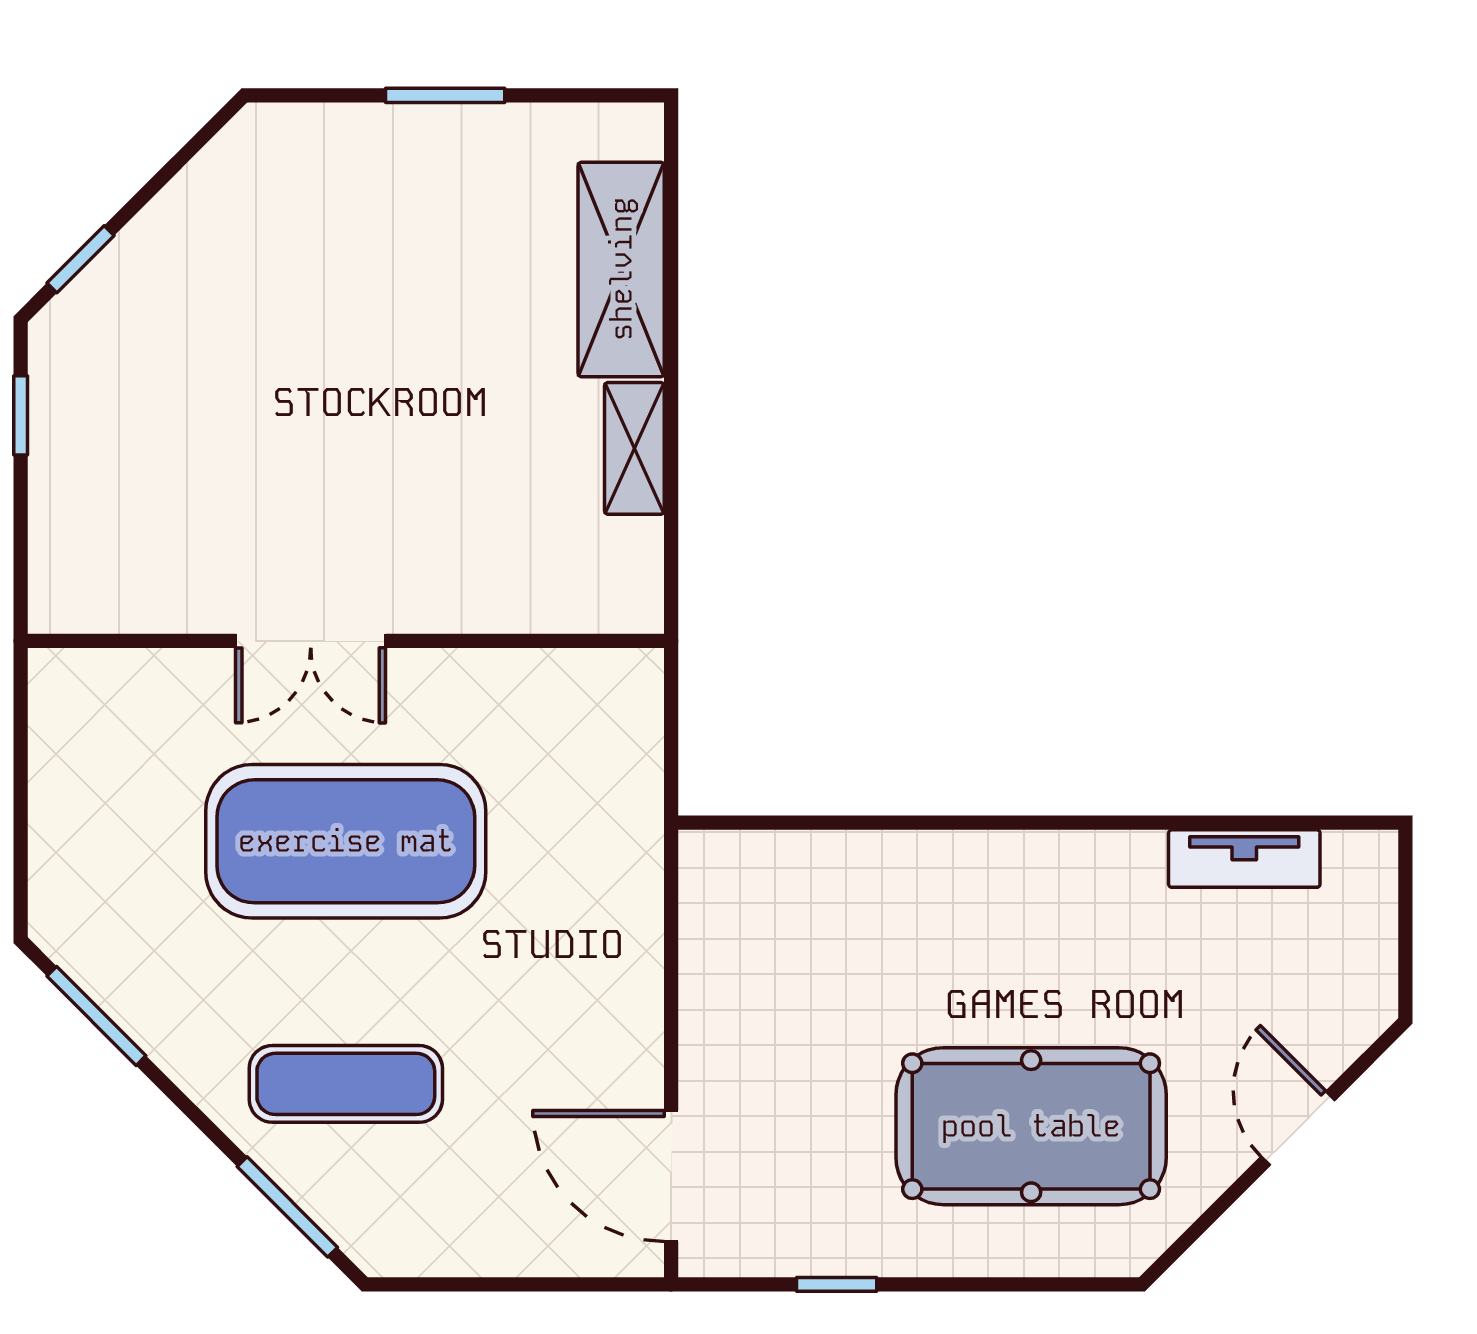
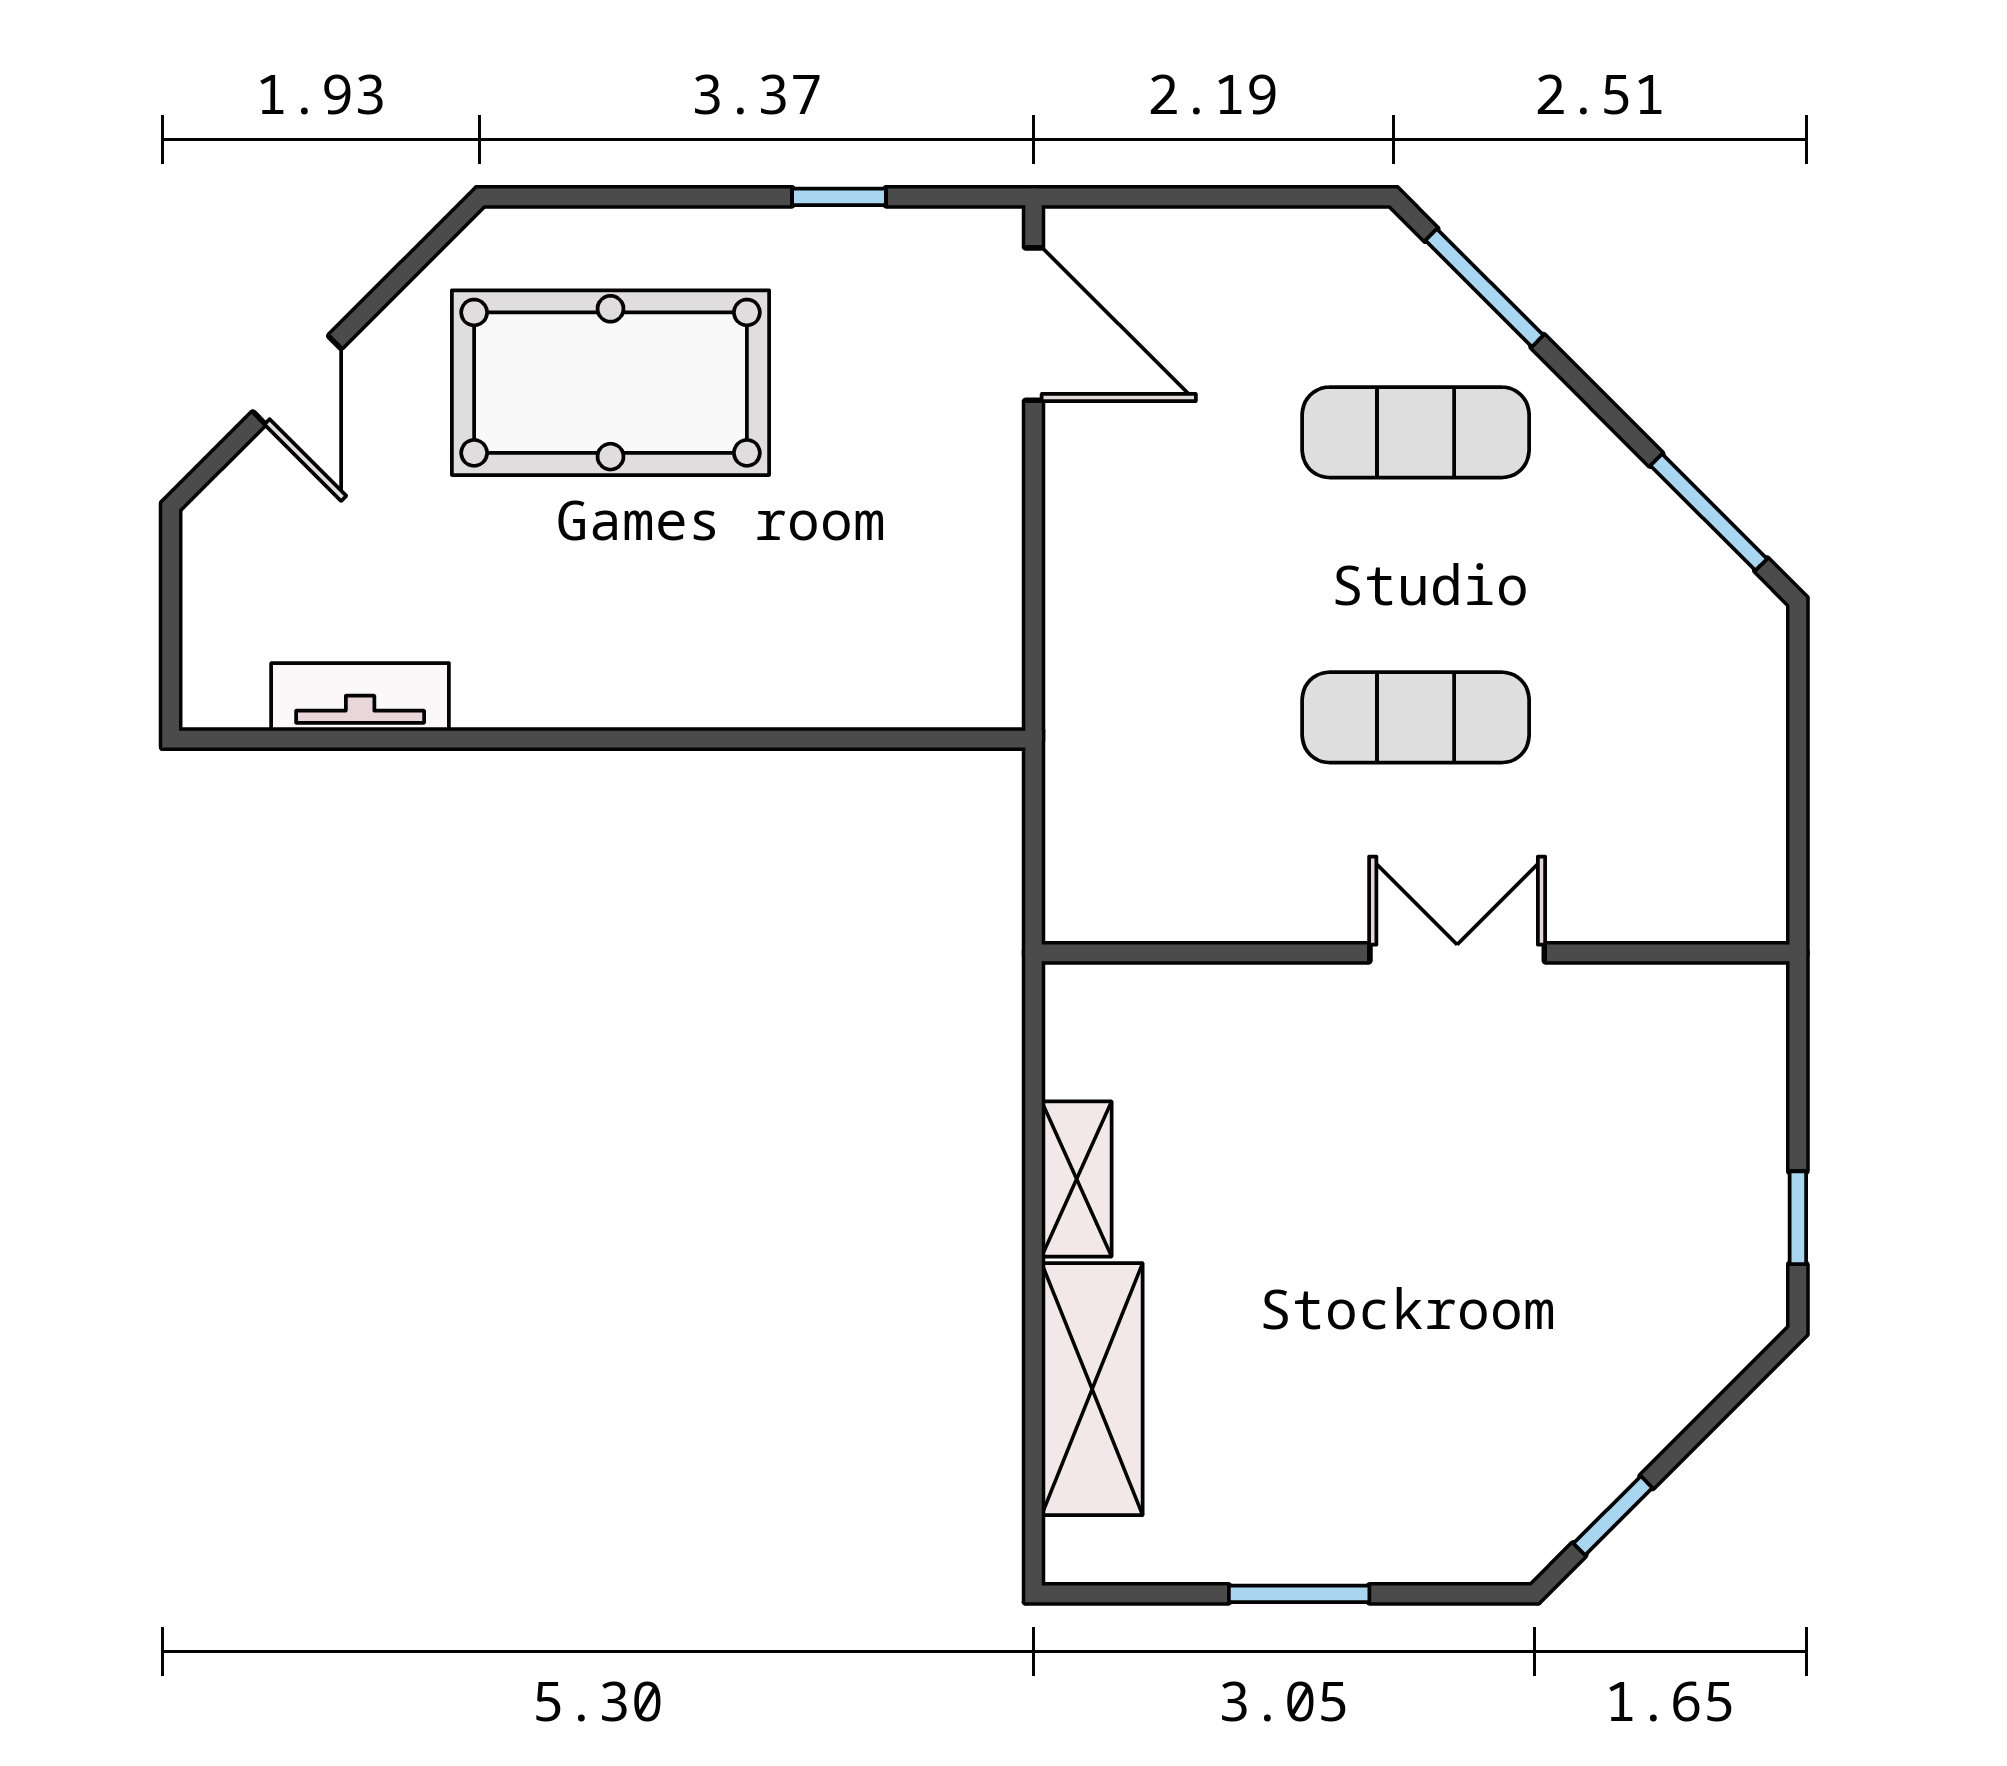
window: (81, 259) -> (1613, 1516), moved
exercise mat: (346, 841) -> (1416, 717), width x0.50, depth x0.69

